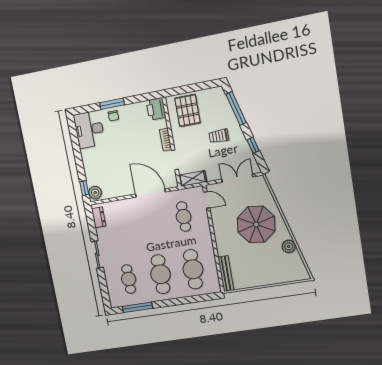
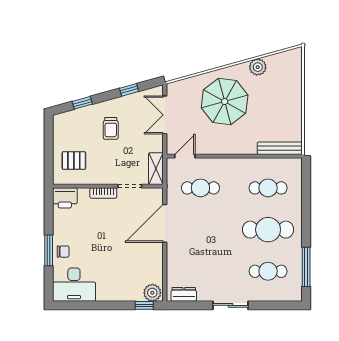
window: (236, 108) -> (82, 103), width x0.46
pallet: (187, 111) -> (74, 161), width x0.67, depth x0.71
cafe table: (193, 269) -> (268, 188), width x0.73, depth x0.74

